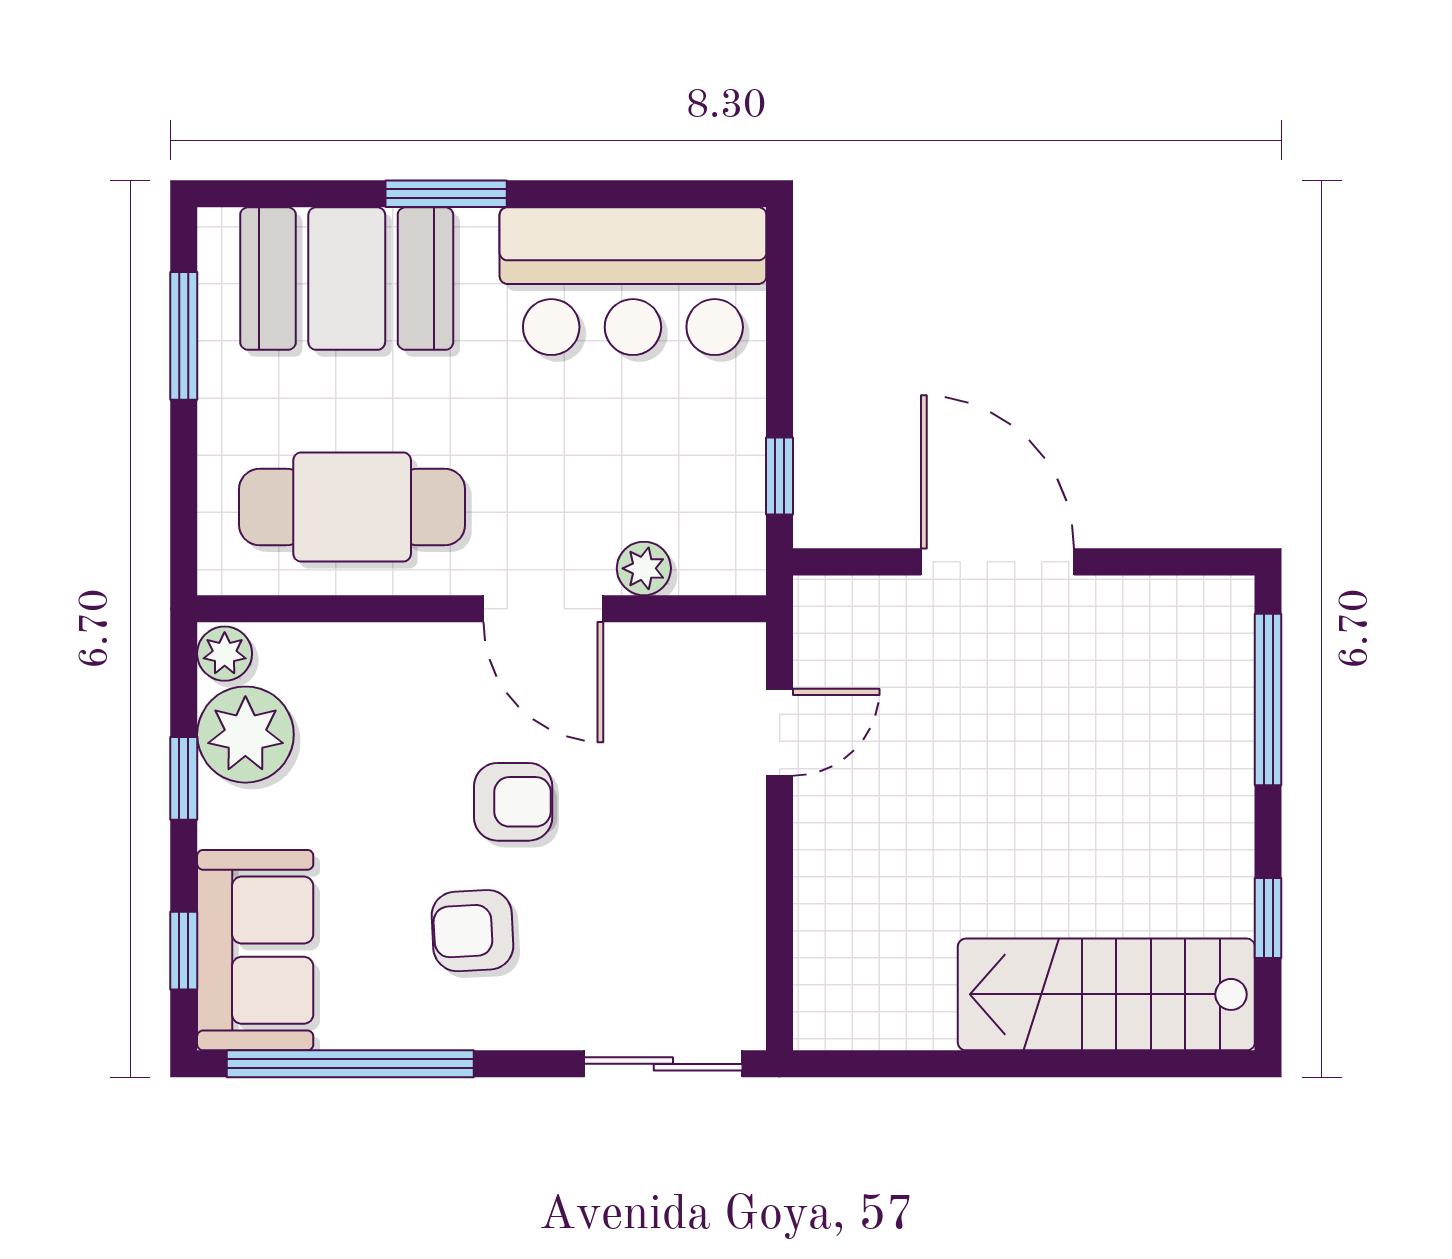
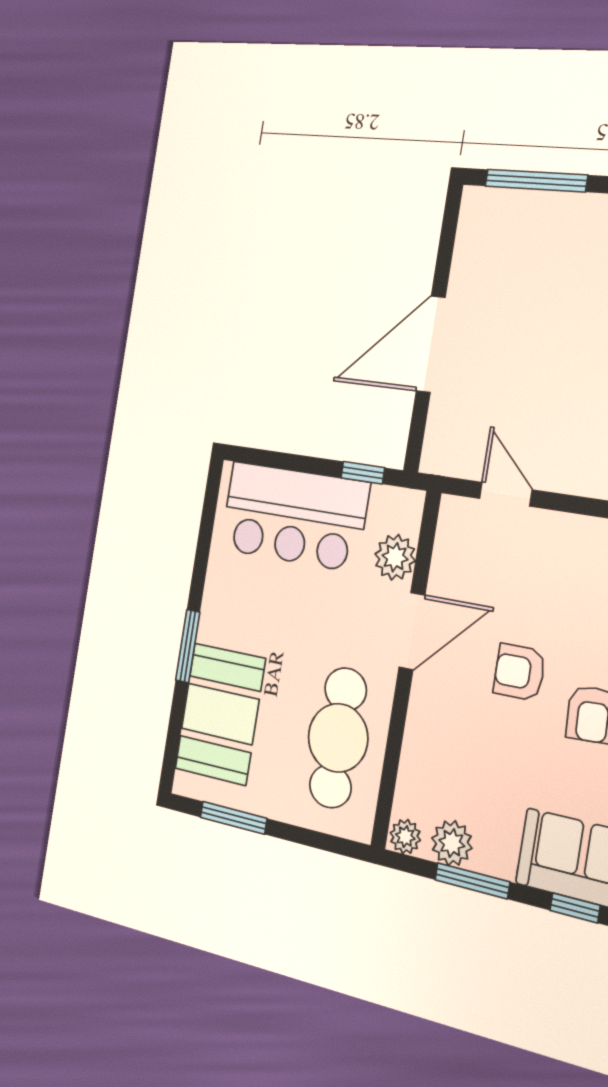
bar counter: (633, 281) -> (294, 516), moved, turned 90
plant: (644, 568) -> (395, 557), width x1.38, depth x1.38
plant: (245, 735) -> (452, 843), width x0.73, depth x0.73
window: (184, 778) -> (472, 881), width x1.50
armchair: (513, 802) -> (519, 672), turned -90

